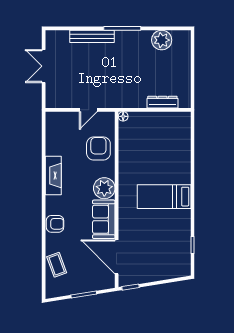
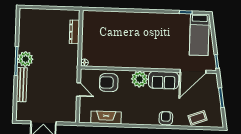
plant: (162, 40) -> (25, 59), moved
fireplace: (53, 176) -> (106, 117), moved
bed: (164, 197) -> (199, 35), moved

